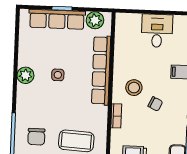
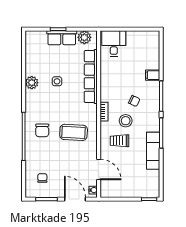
row of seats: (57, 19) -> (62, 38), width x0.68
desk: (157, 31) -> (114, 44), moved
stool: (134, 88) -> (126, 121), moved

